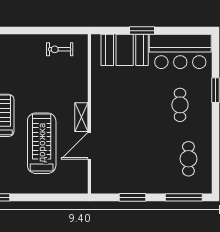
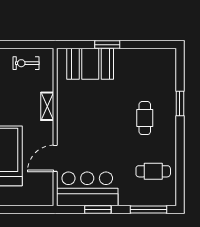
bar counter: (180, 51) -> (87, 189), moved, turned 180
shelving: (81, 117) -> (47, 106), moved
cafe table: (188, 159) -> (153, 171), turned 90

